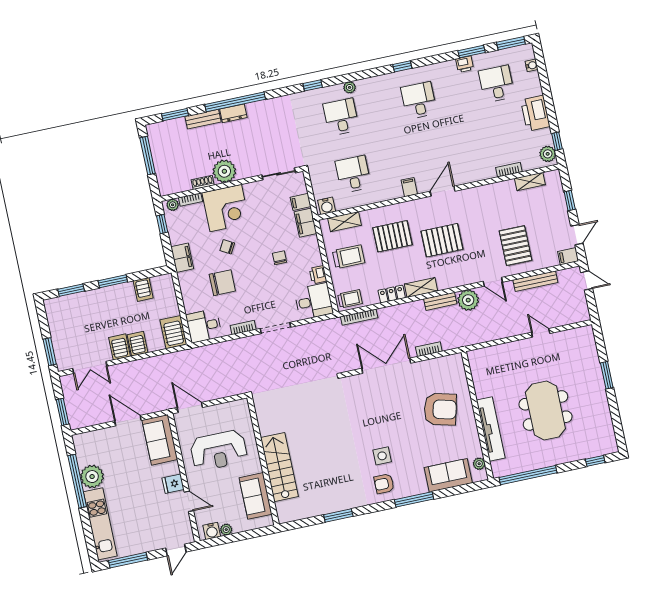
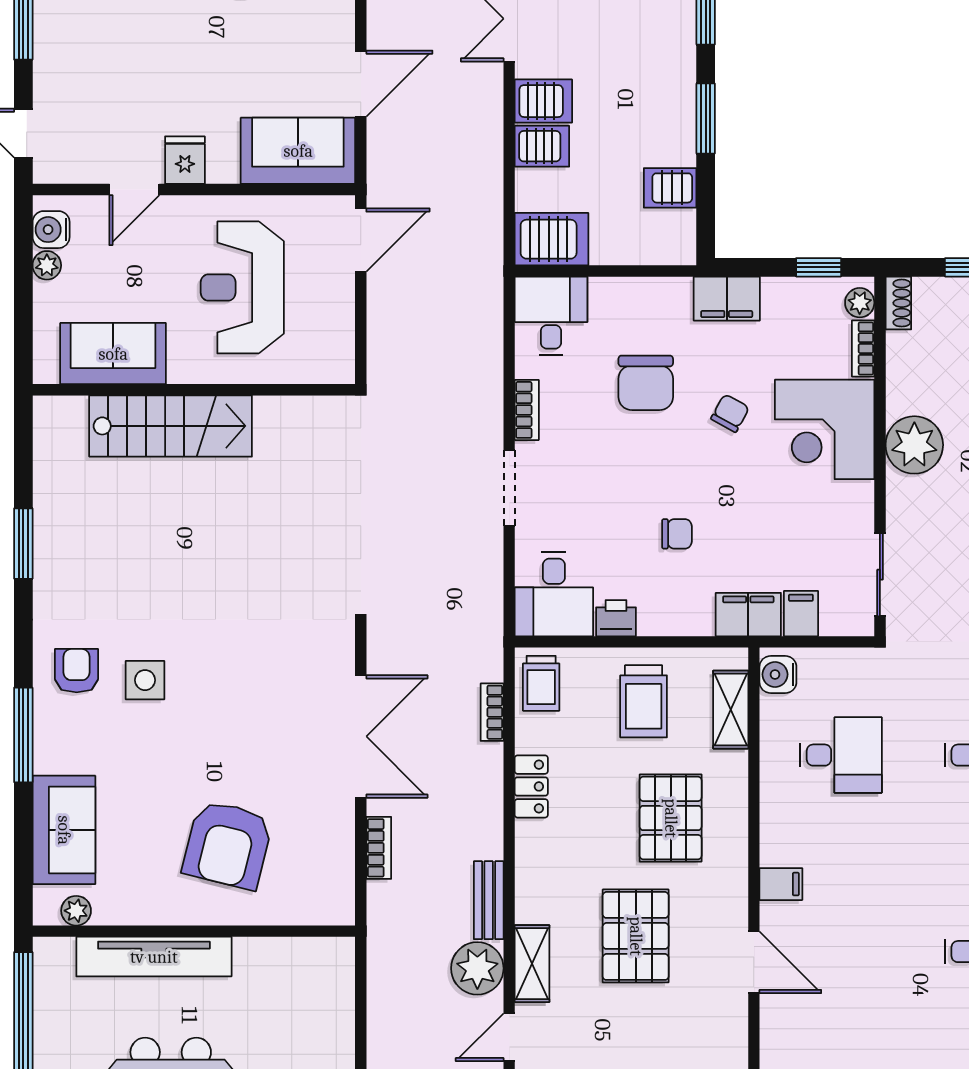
shoe rack: (203, 182) -> (898, 303), moved
shelving: (421, 288) -> (532, 964), moved
bookcase: (359, 317) -> (492, 712), width x0.64

